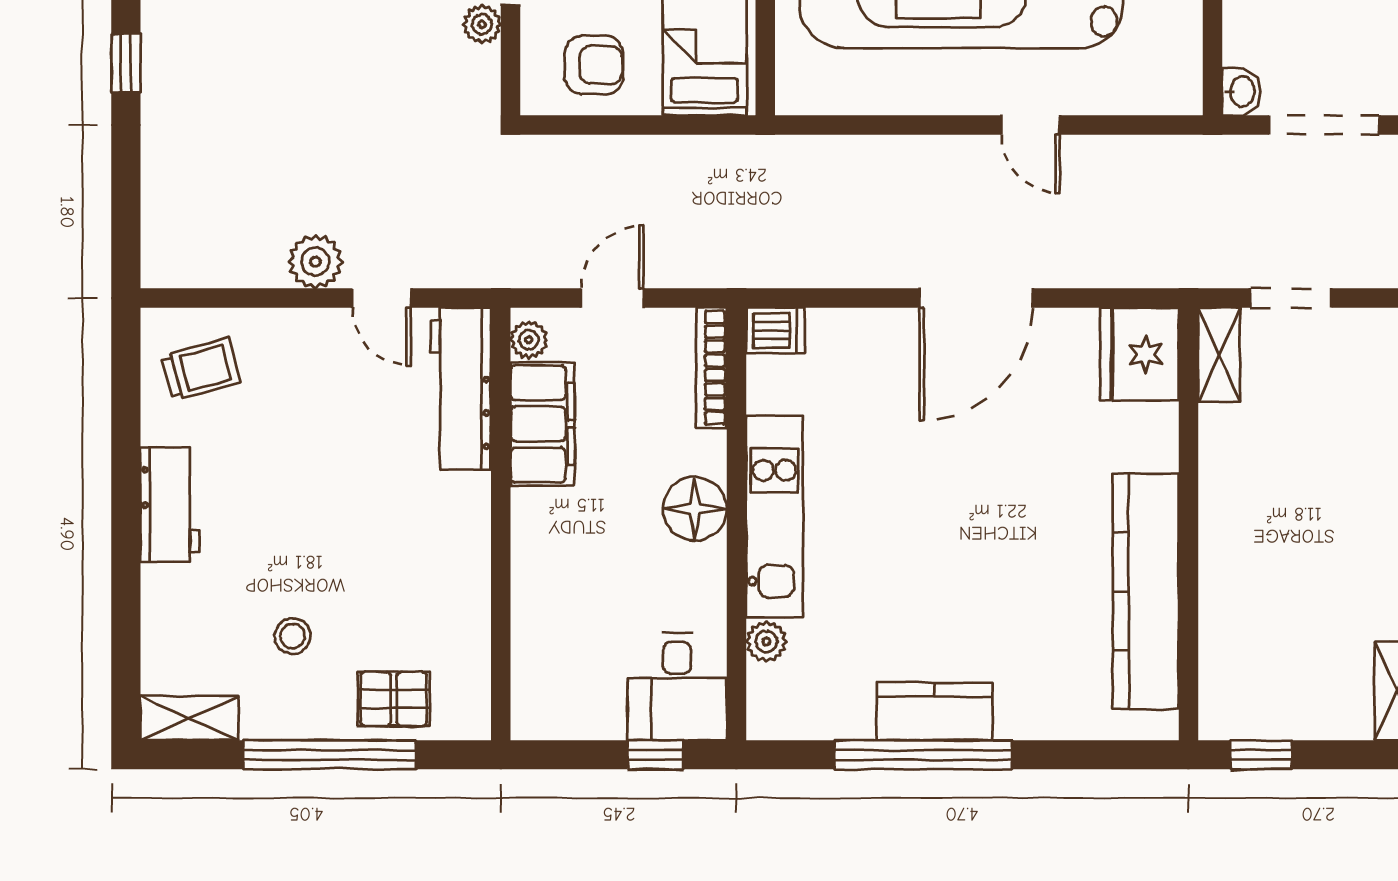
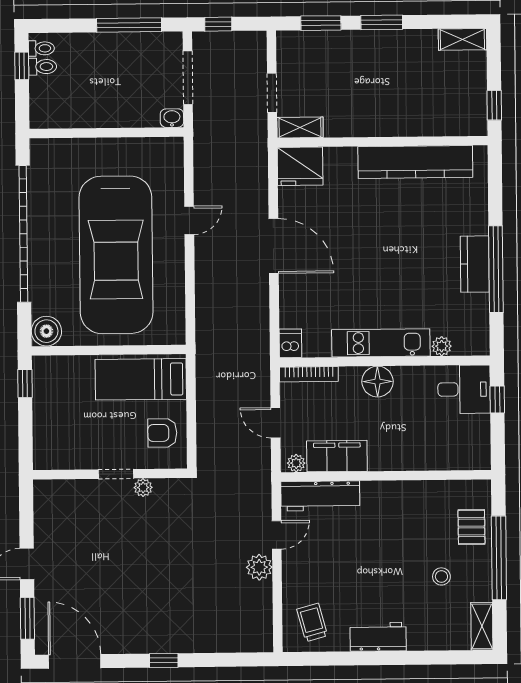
armchair: (594, 65) -> (162, 433), turned -90

